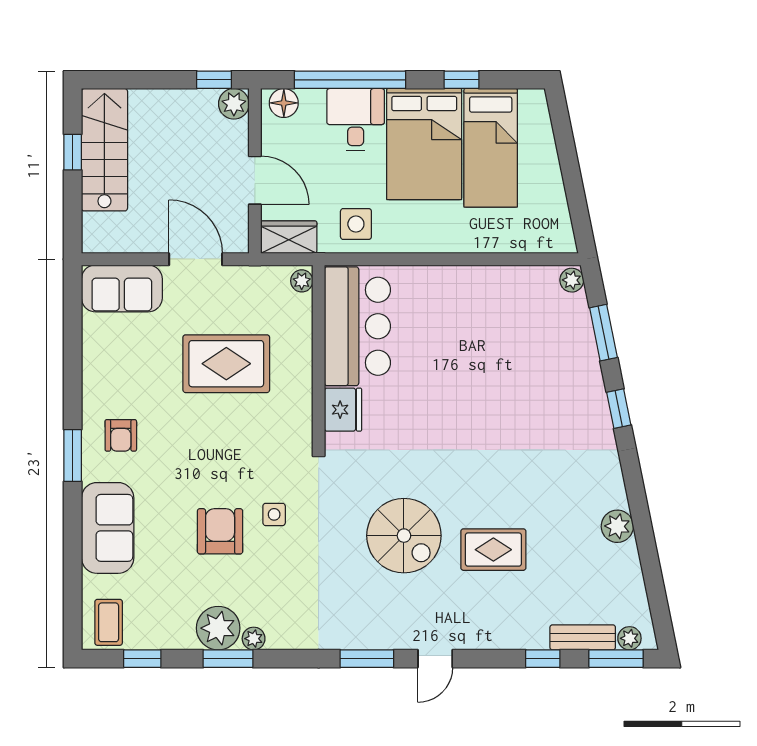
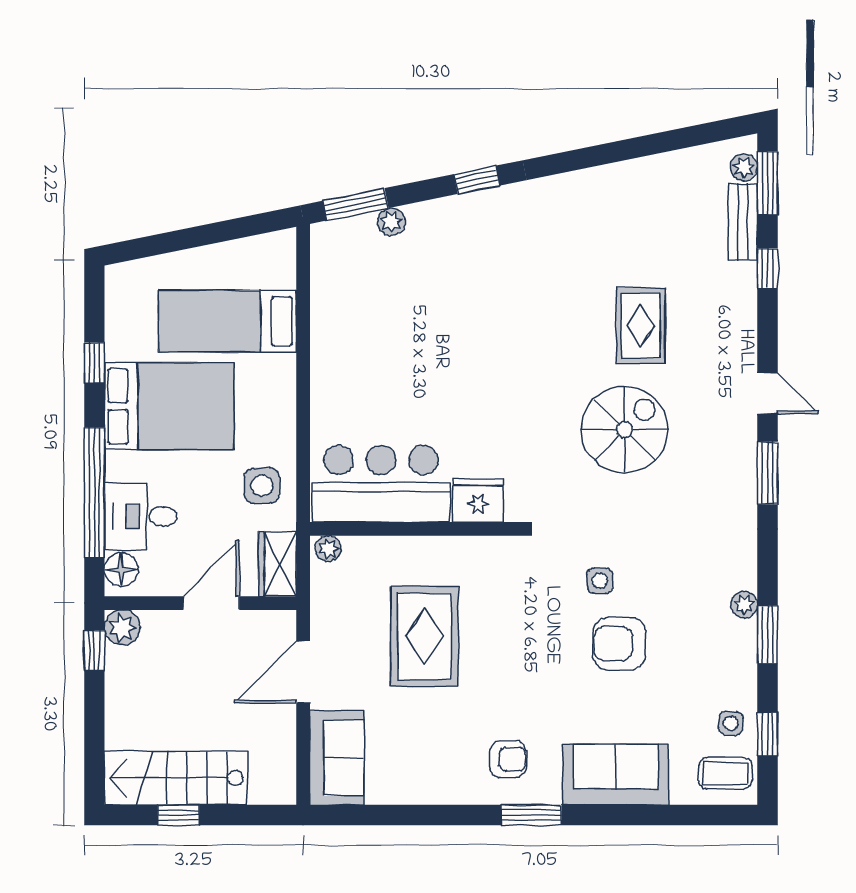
desk: (356, 120) -> (141, 516), moved
bed: (491, 148) -> (227, 321), moved, turned 180
plant: (572, 280) -> (391, 222), moved
window: (603, 333) -> (356, 204), moved
plant: (617, 526) -> (614, 182), removed
side table: (152, 627) -> (731, 723), added
plant: (218, 628) -> (732, 646), removed

